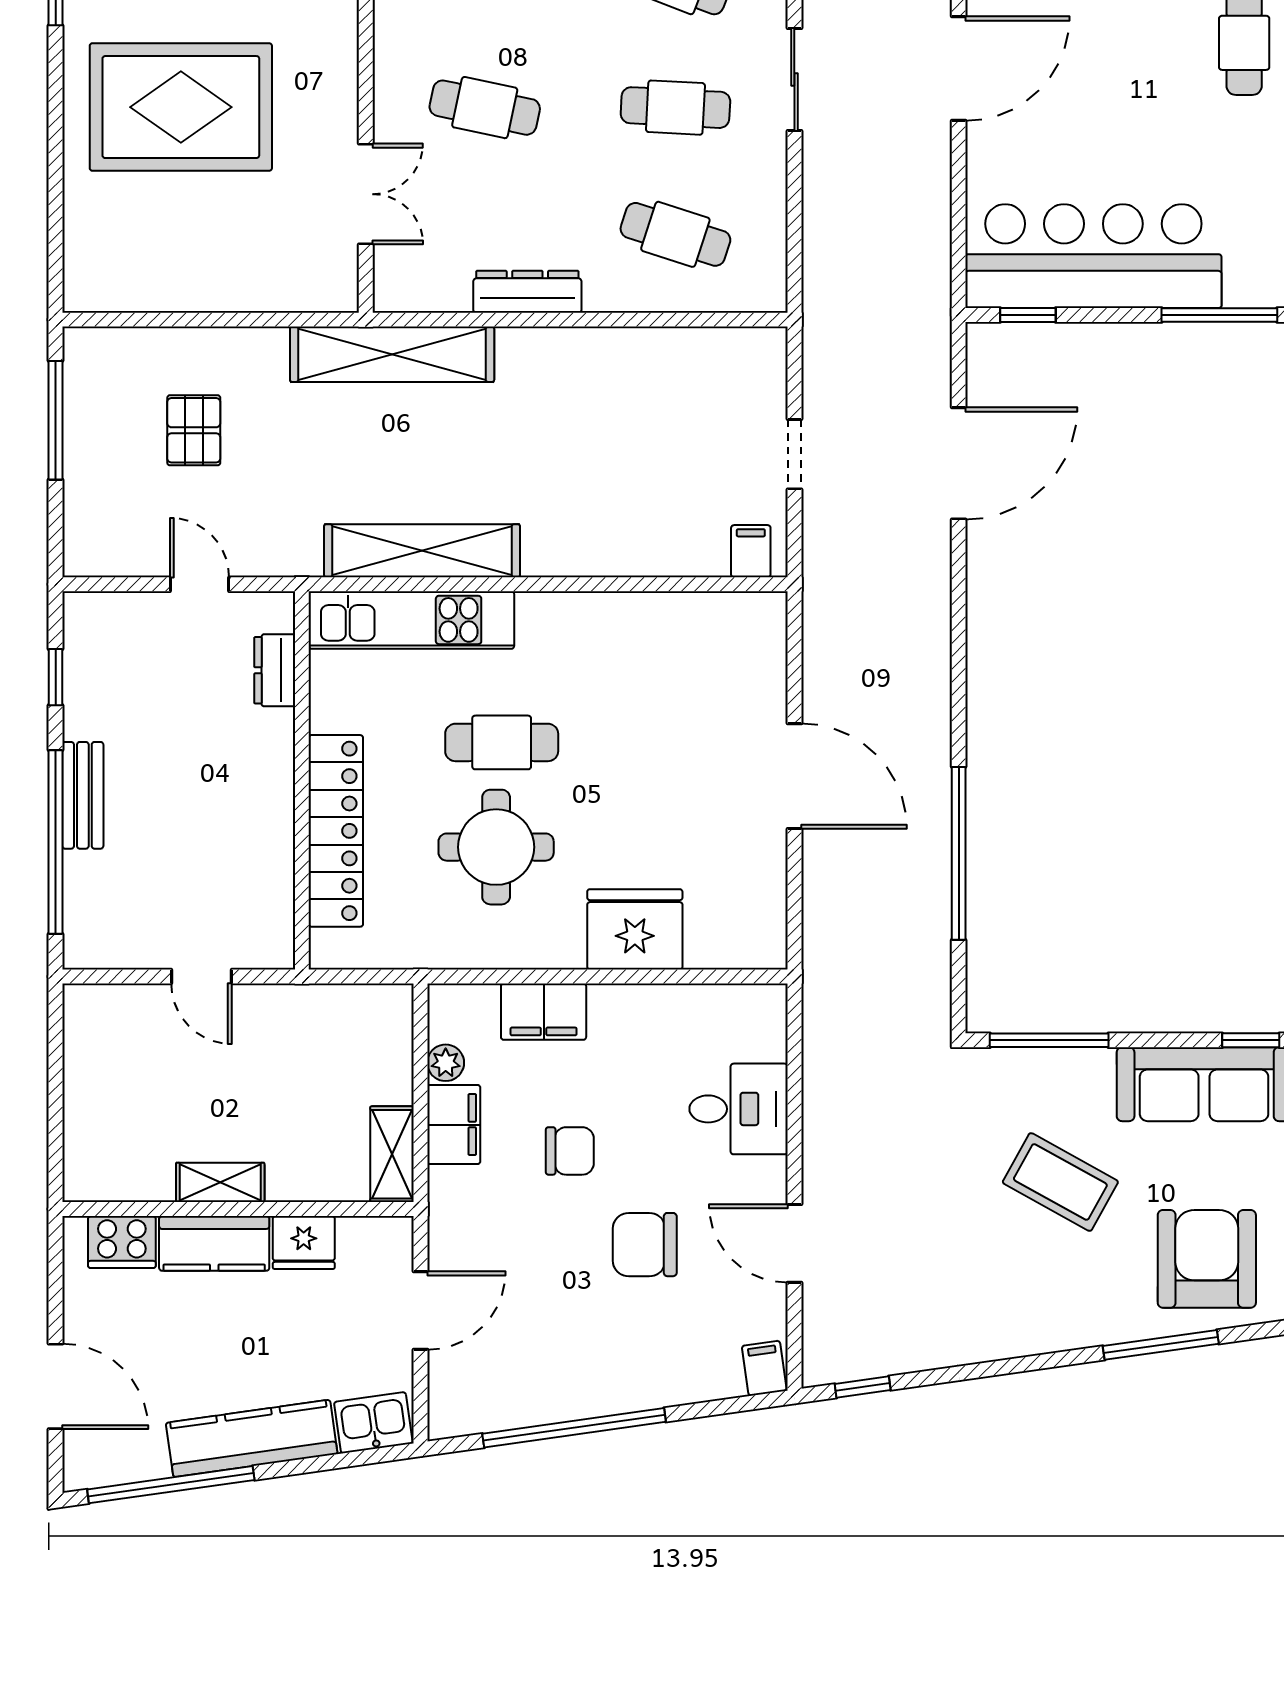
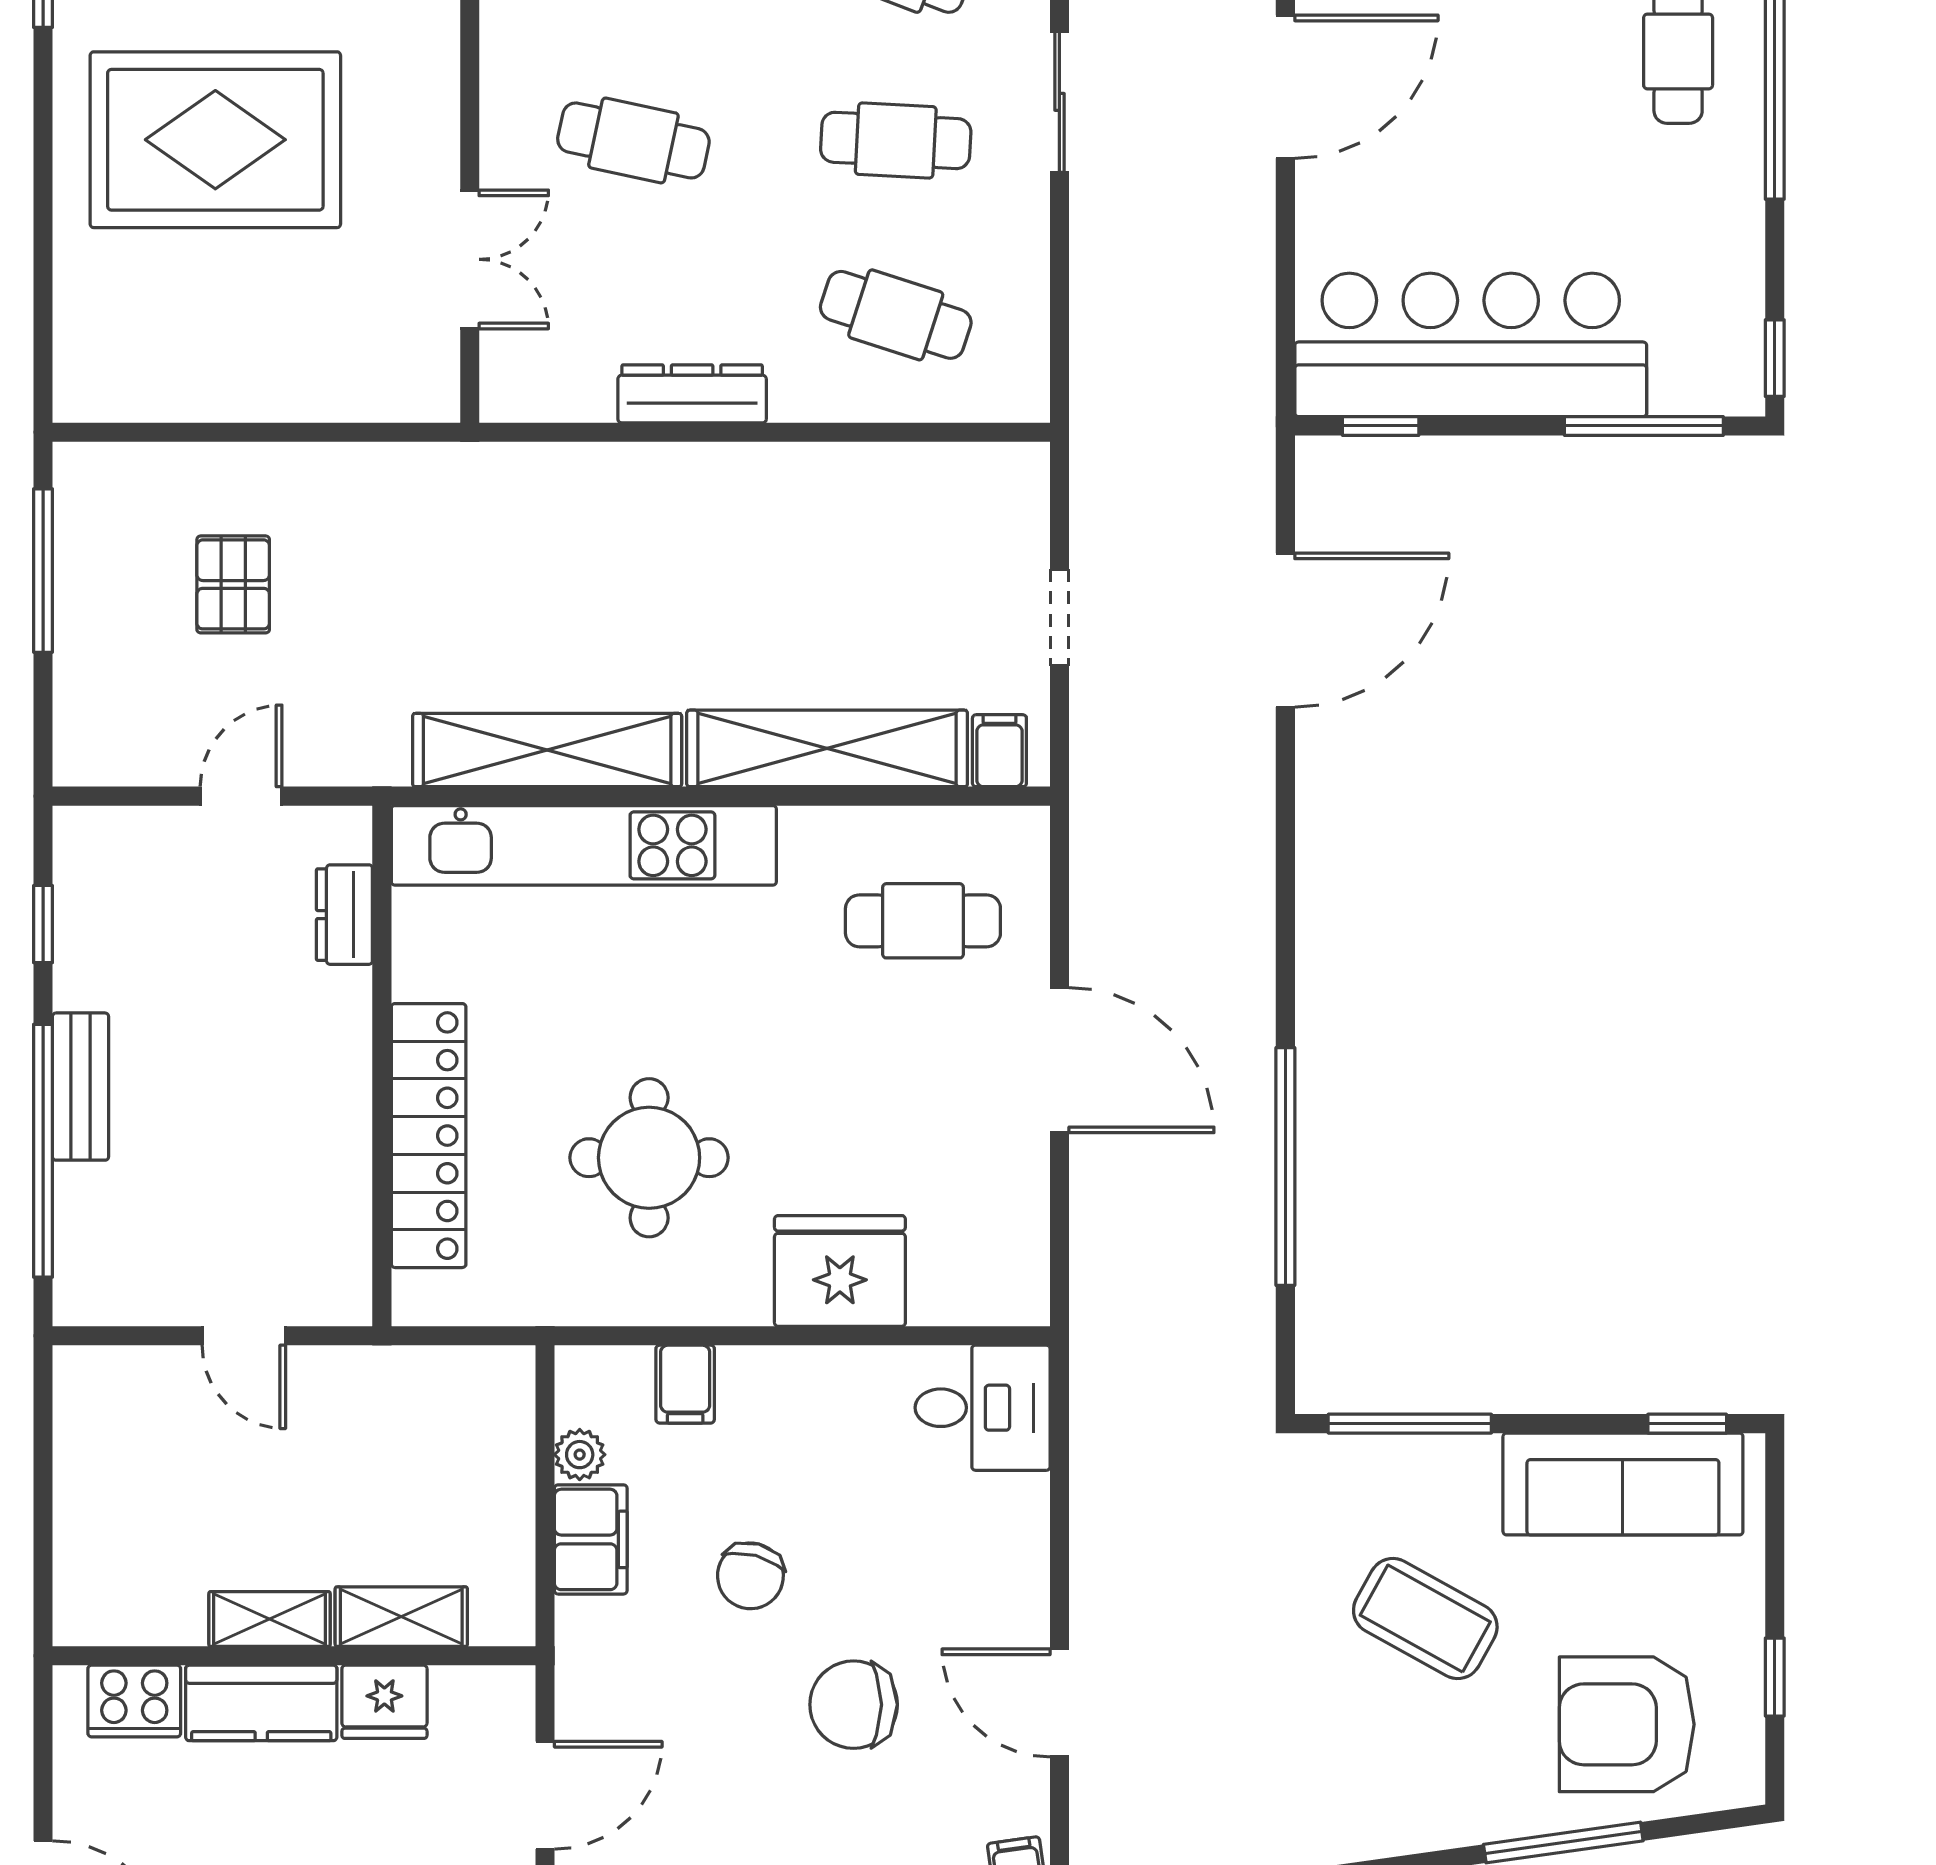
shelving: (392, 354) -> (827, 748), moved
door: (200, 584) -> (241, 796), hinge flipped
kitchen unit: (411, 620) -> (584, 845), width x1.36
cafe table: (502, 742) -> (923, 921), moved
filing cabinet: (544, 1012) -> (685, 1384), width x0.50
desk: (739, 1109) -> (983, 1408), moved
chair: (570, 1151) -> (750, 1576), turned 105
shelving: (392, 1154) -> (401, 1617), moved, turned 90
armchair: (1207, 1259) -> (1627, 1724), turned -90

